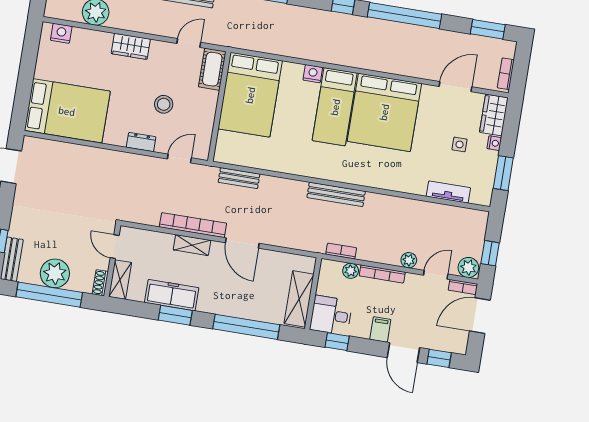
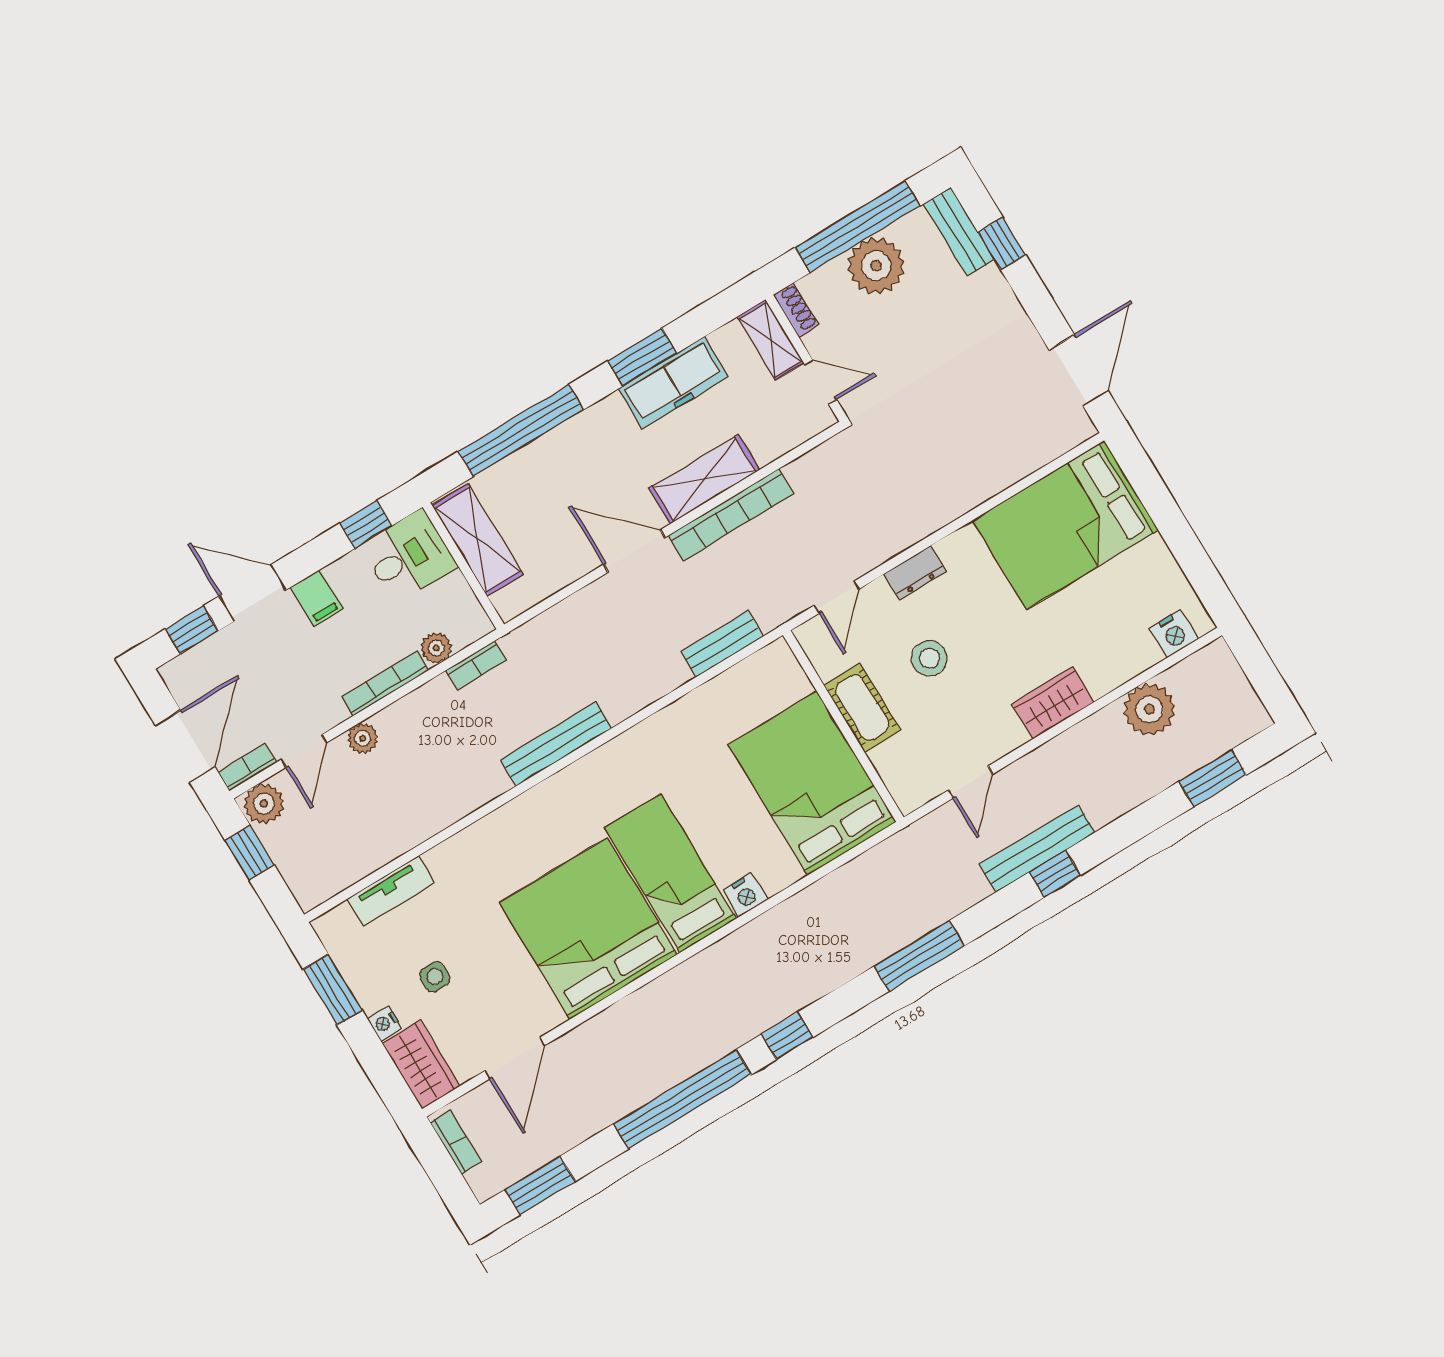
cot: (212, 69) -> (862, 708), moved
shelving: (192, 245) -> (704, 479), width x1.50, depth x1.33

